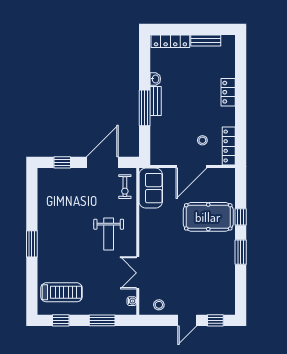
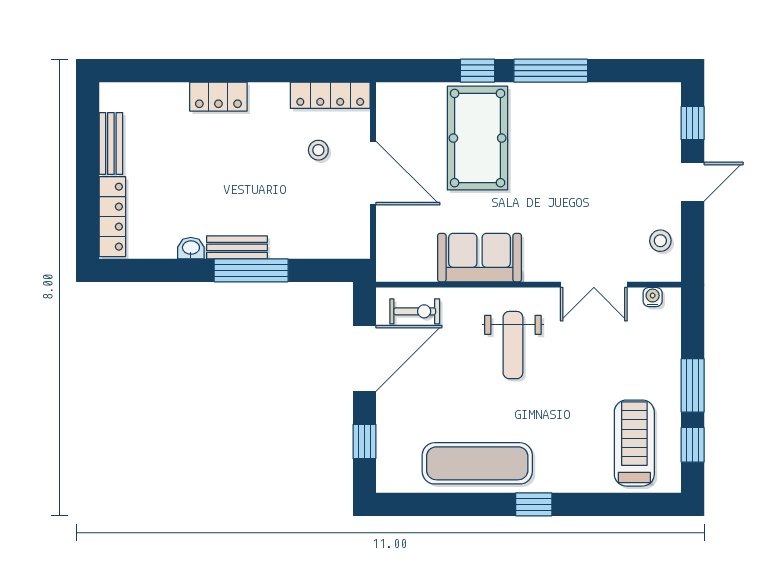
door: (102, 162) -> (364, 358), swing flipped
sofa: (151, 188) -> (480, 258), moved
exercise mat: (52, 217) -> (477, 463), added
weight bench: (109, 234) -> (513, 345), turned 90
window: (32, 244) -> (534, 504), width x0.67
window: (241, 252) -> (551, 71), width x1.44
window: (102, 320) -> (693, 385), moved
door: (187, 320) -> (693, 182), hinge flipped

